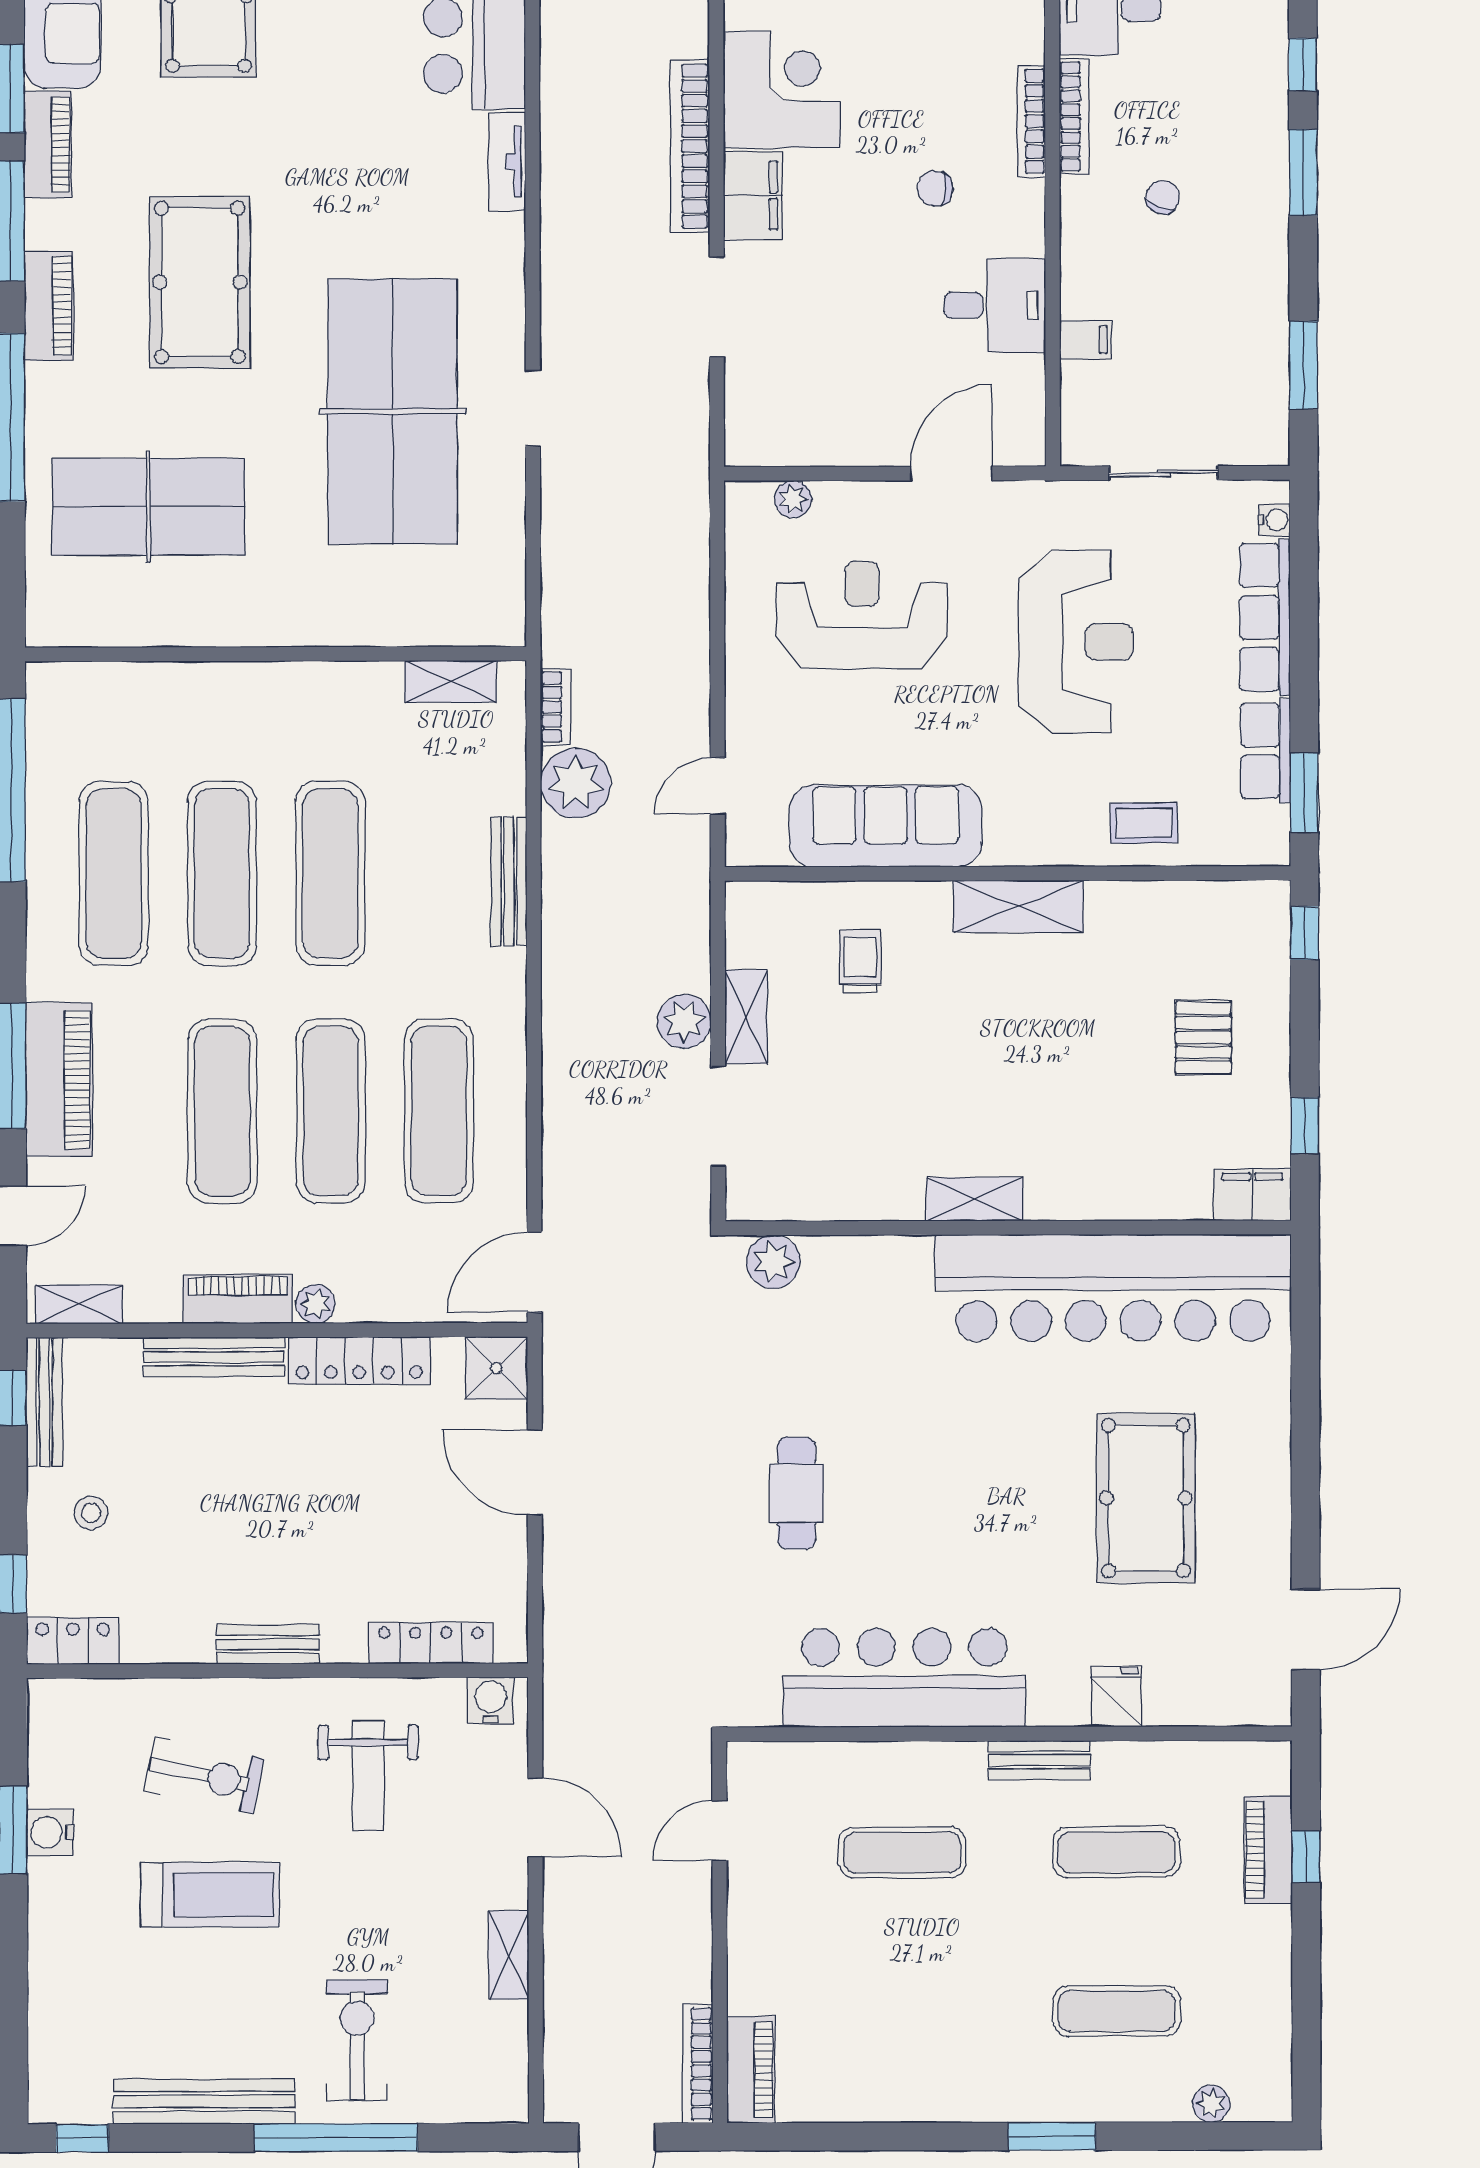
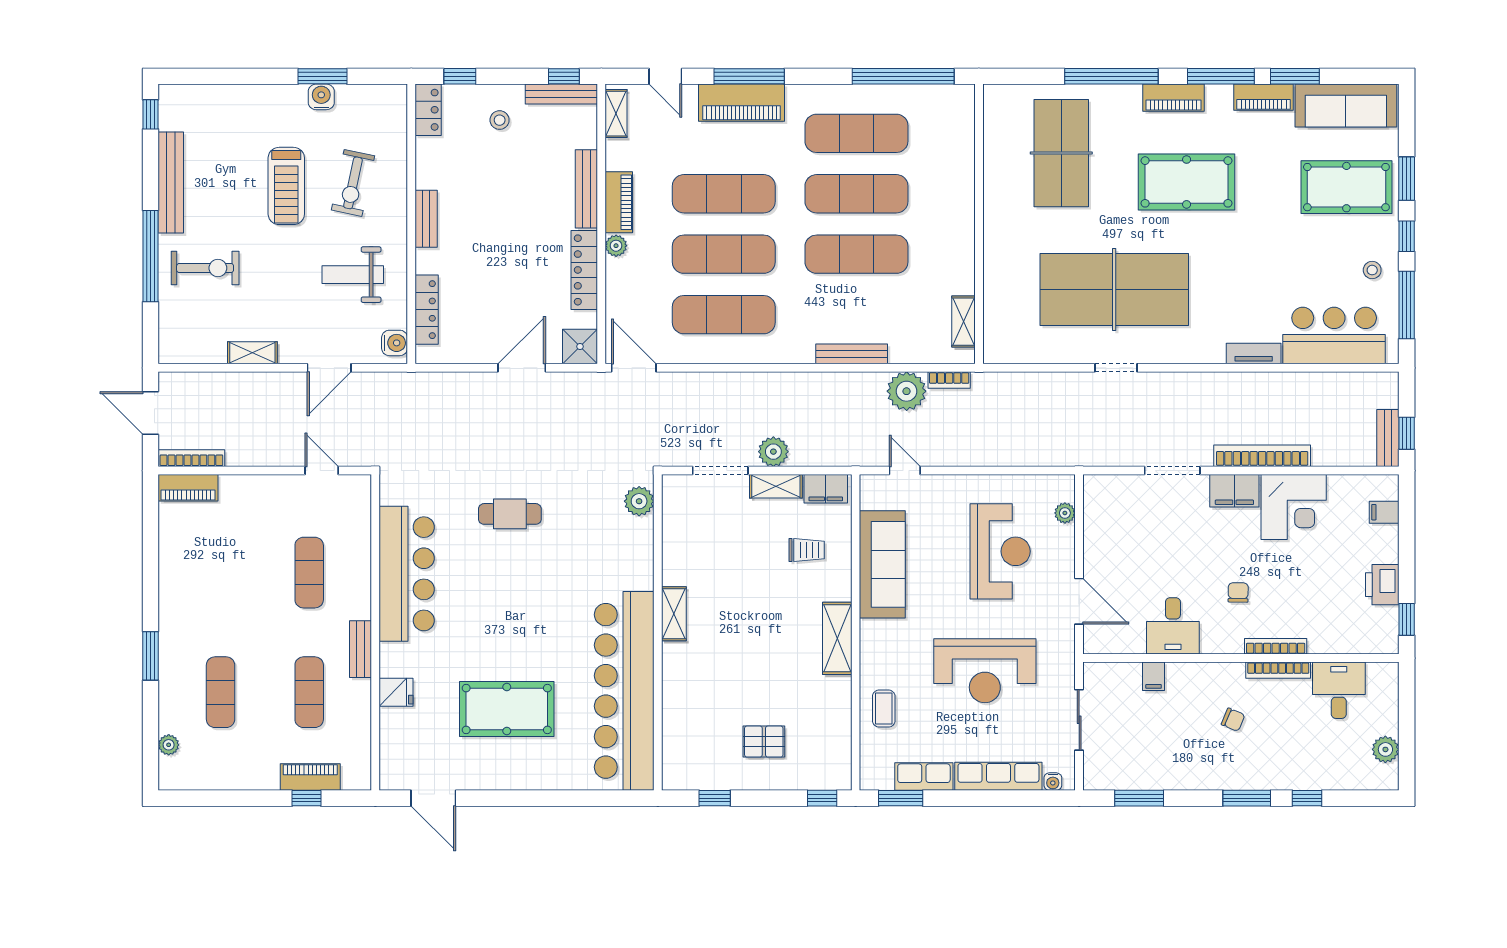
filing cabinet: (1252, 1195) -> (826, 489), moved, turned 90

